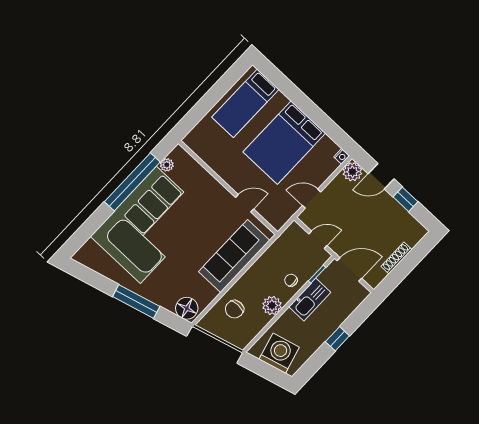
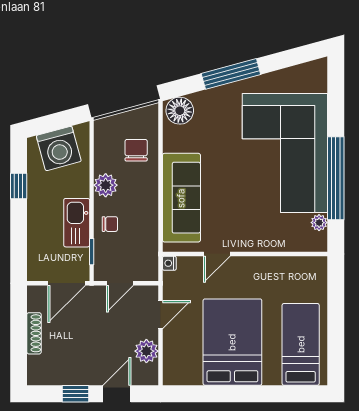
nightstand: (342, 156) -> (169, 263), moved
plant: (352, 172) -> (146, 351), moved
window: (337, 339) -> (19, 186), moved

